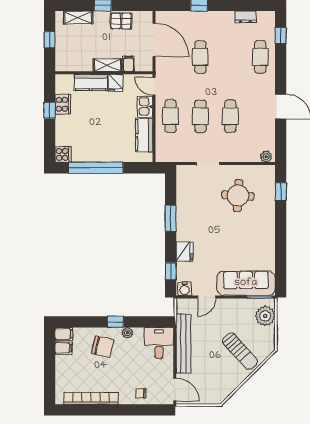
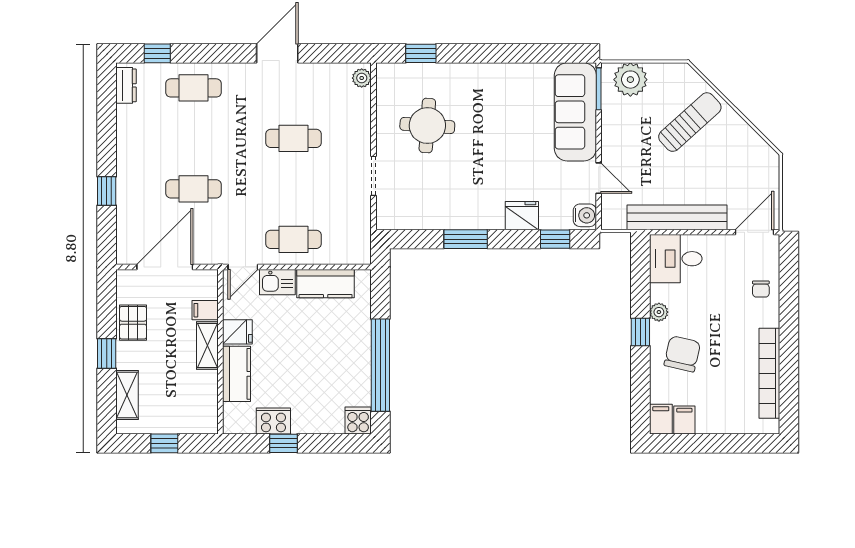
dresser: (245, 17) -> (126, 85), moved
cafe table: (200, 116) -> (294, 189), removed

